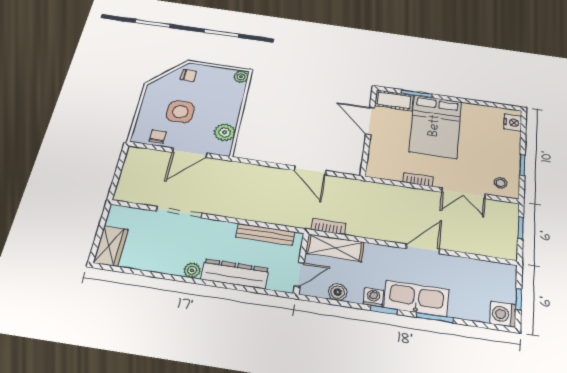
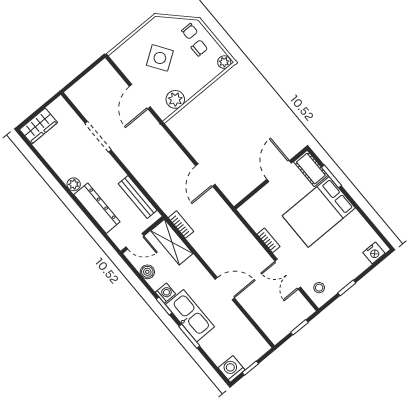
side table: (180, 112) -> (160, 58), turned -34
chair: (158, 136) -> (199, 48), moved
door: (190, 153) -> (140, 97), hinge flipped

